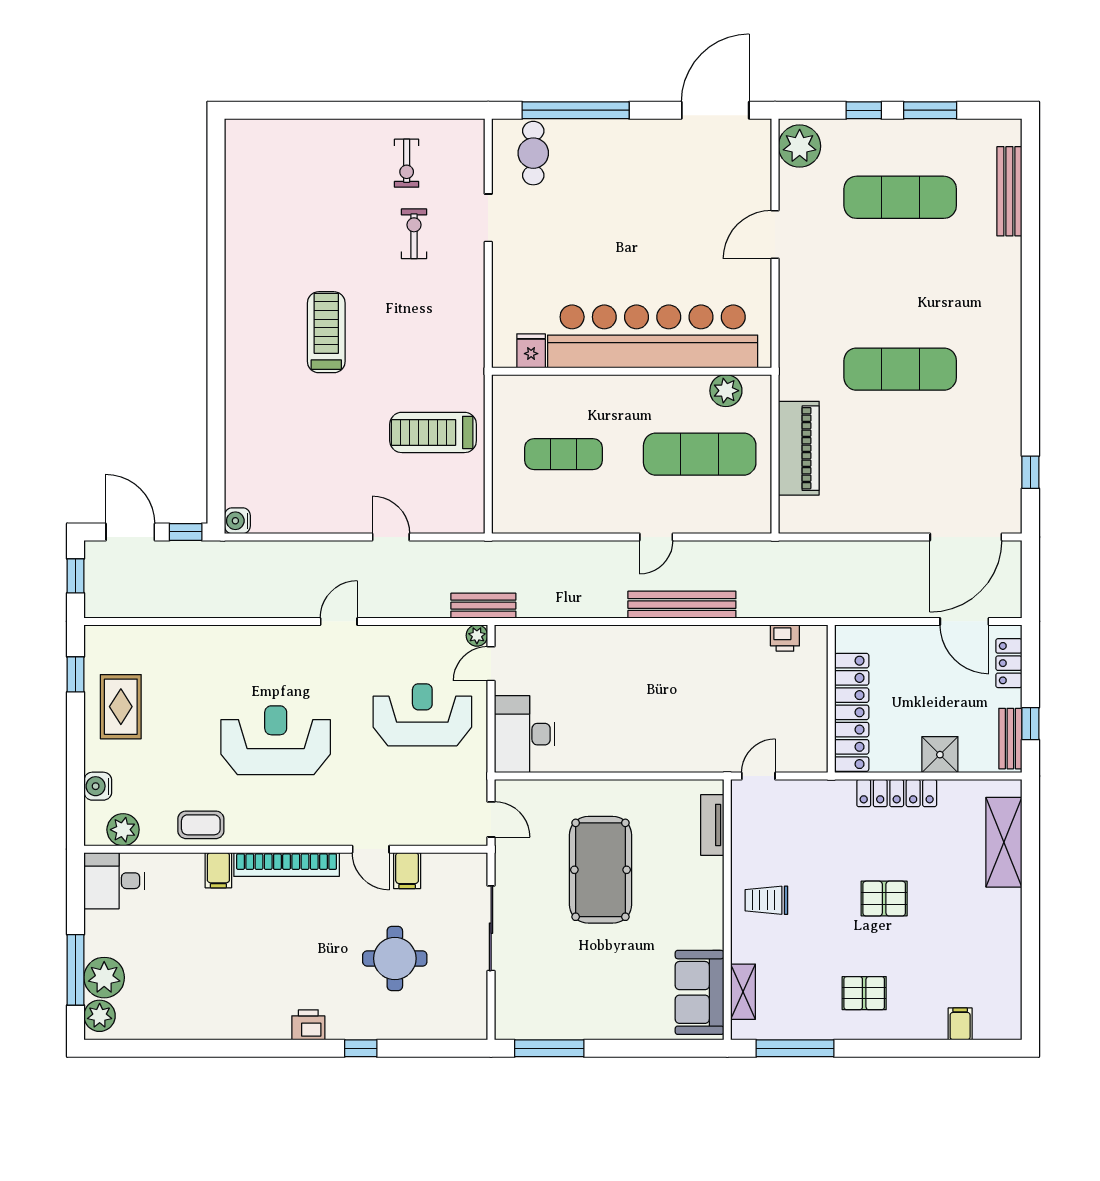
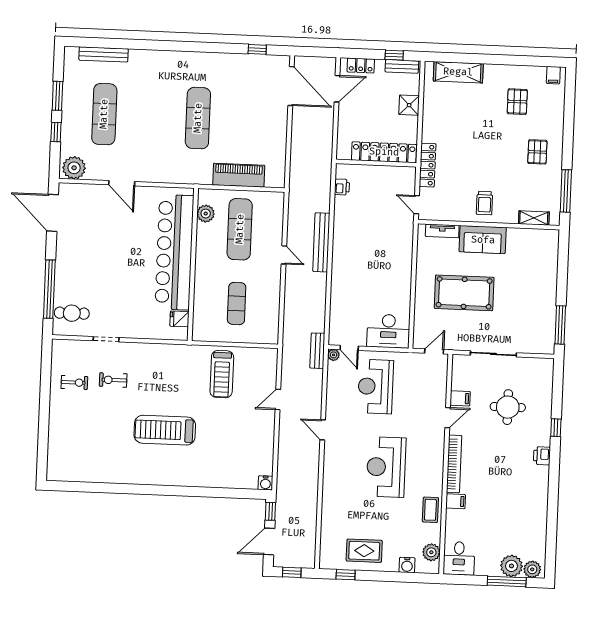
treadmill: (326, 332) -> (165, 430), width x1.37, depth x1.38
locker: (897, 793) -> (428, 165), moved
pallet: (884, 899) -> (517, 102), moved
sofa: (700, 992) -> (483, 240), moved
filing cabinet: (960, 1024) -> (553, 75), moved, turned -90

